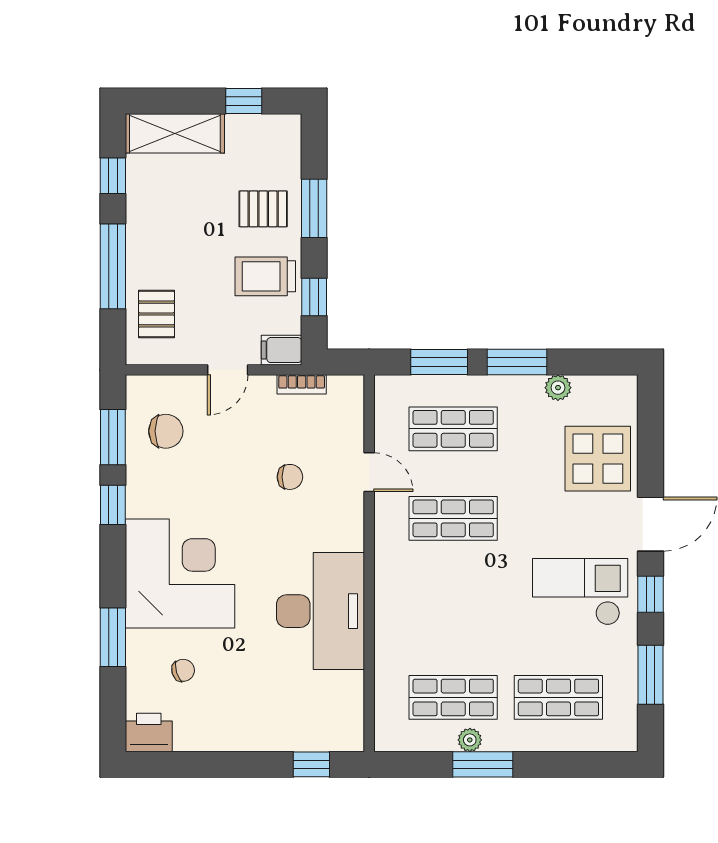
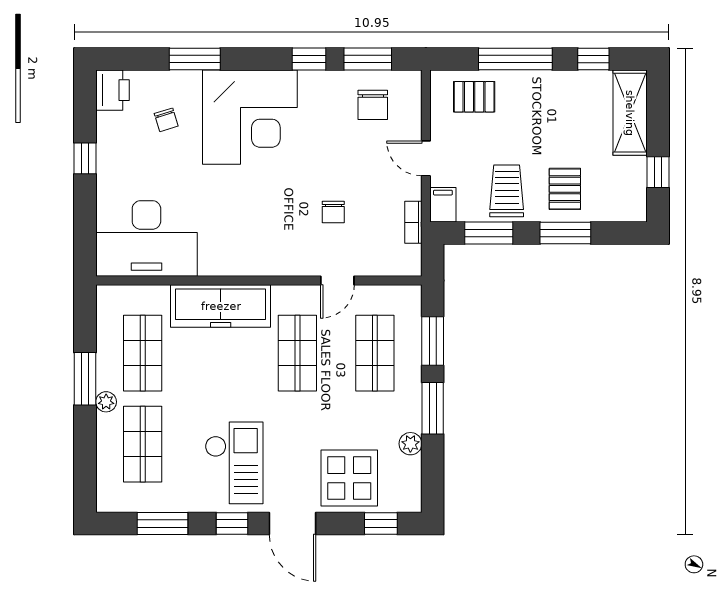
window: (314, 297) -> (489, 233), width x1.50
window: (650, 422) -> (381, 524), added
freezer: (399, 607) -> (221, 306), added
desk: (320, 611) -> (146, 238), moved
plant: (470, 740) -> (106, 402), moved
window: (311, 764) -> (85, 158), moved

